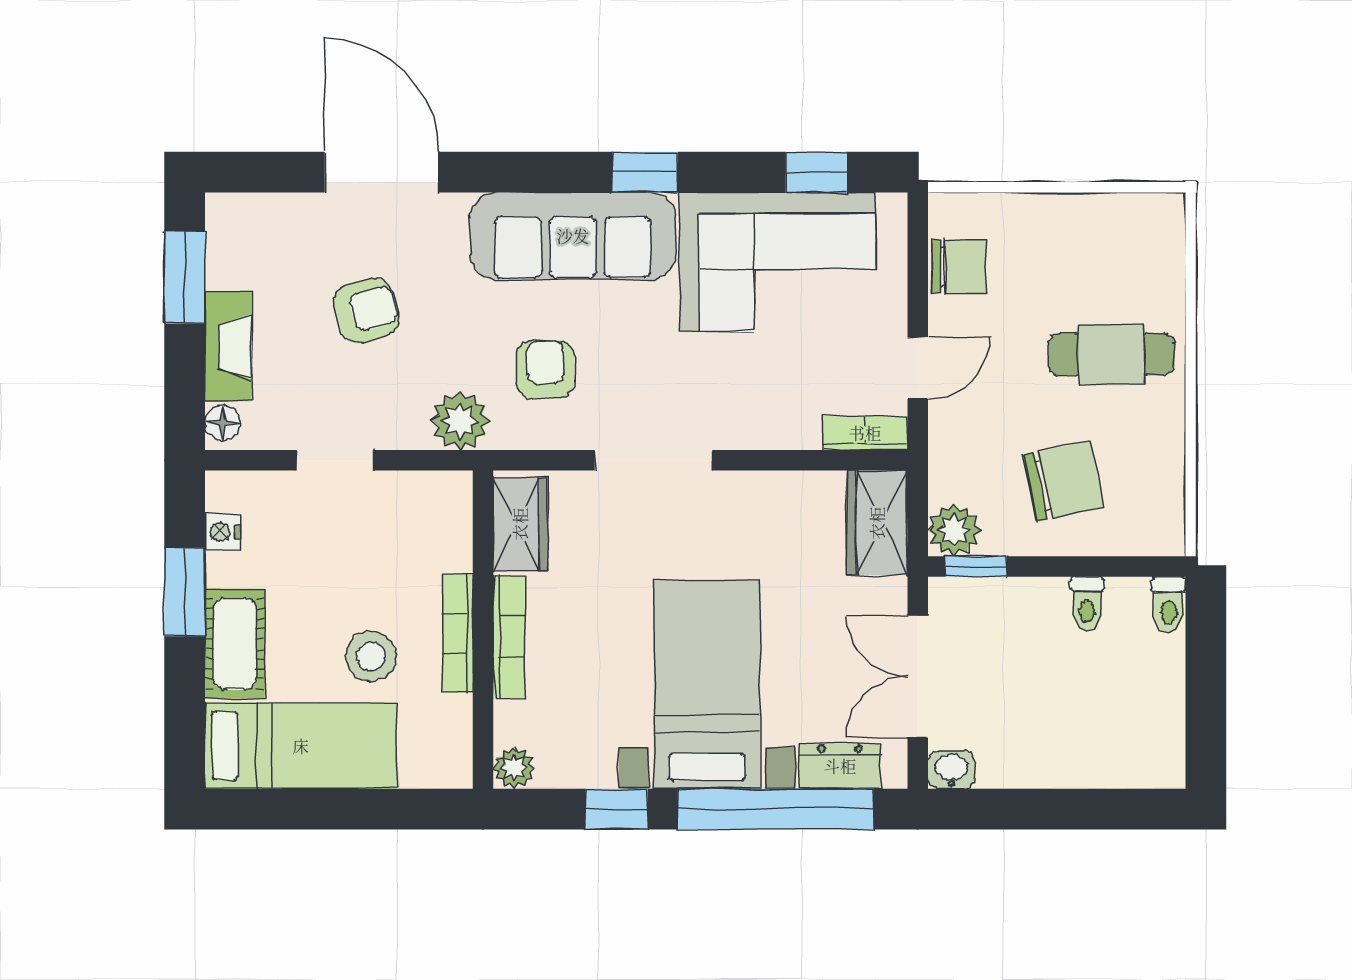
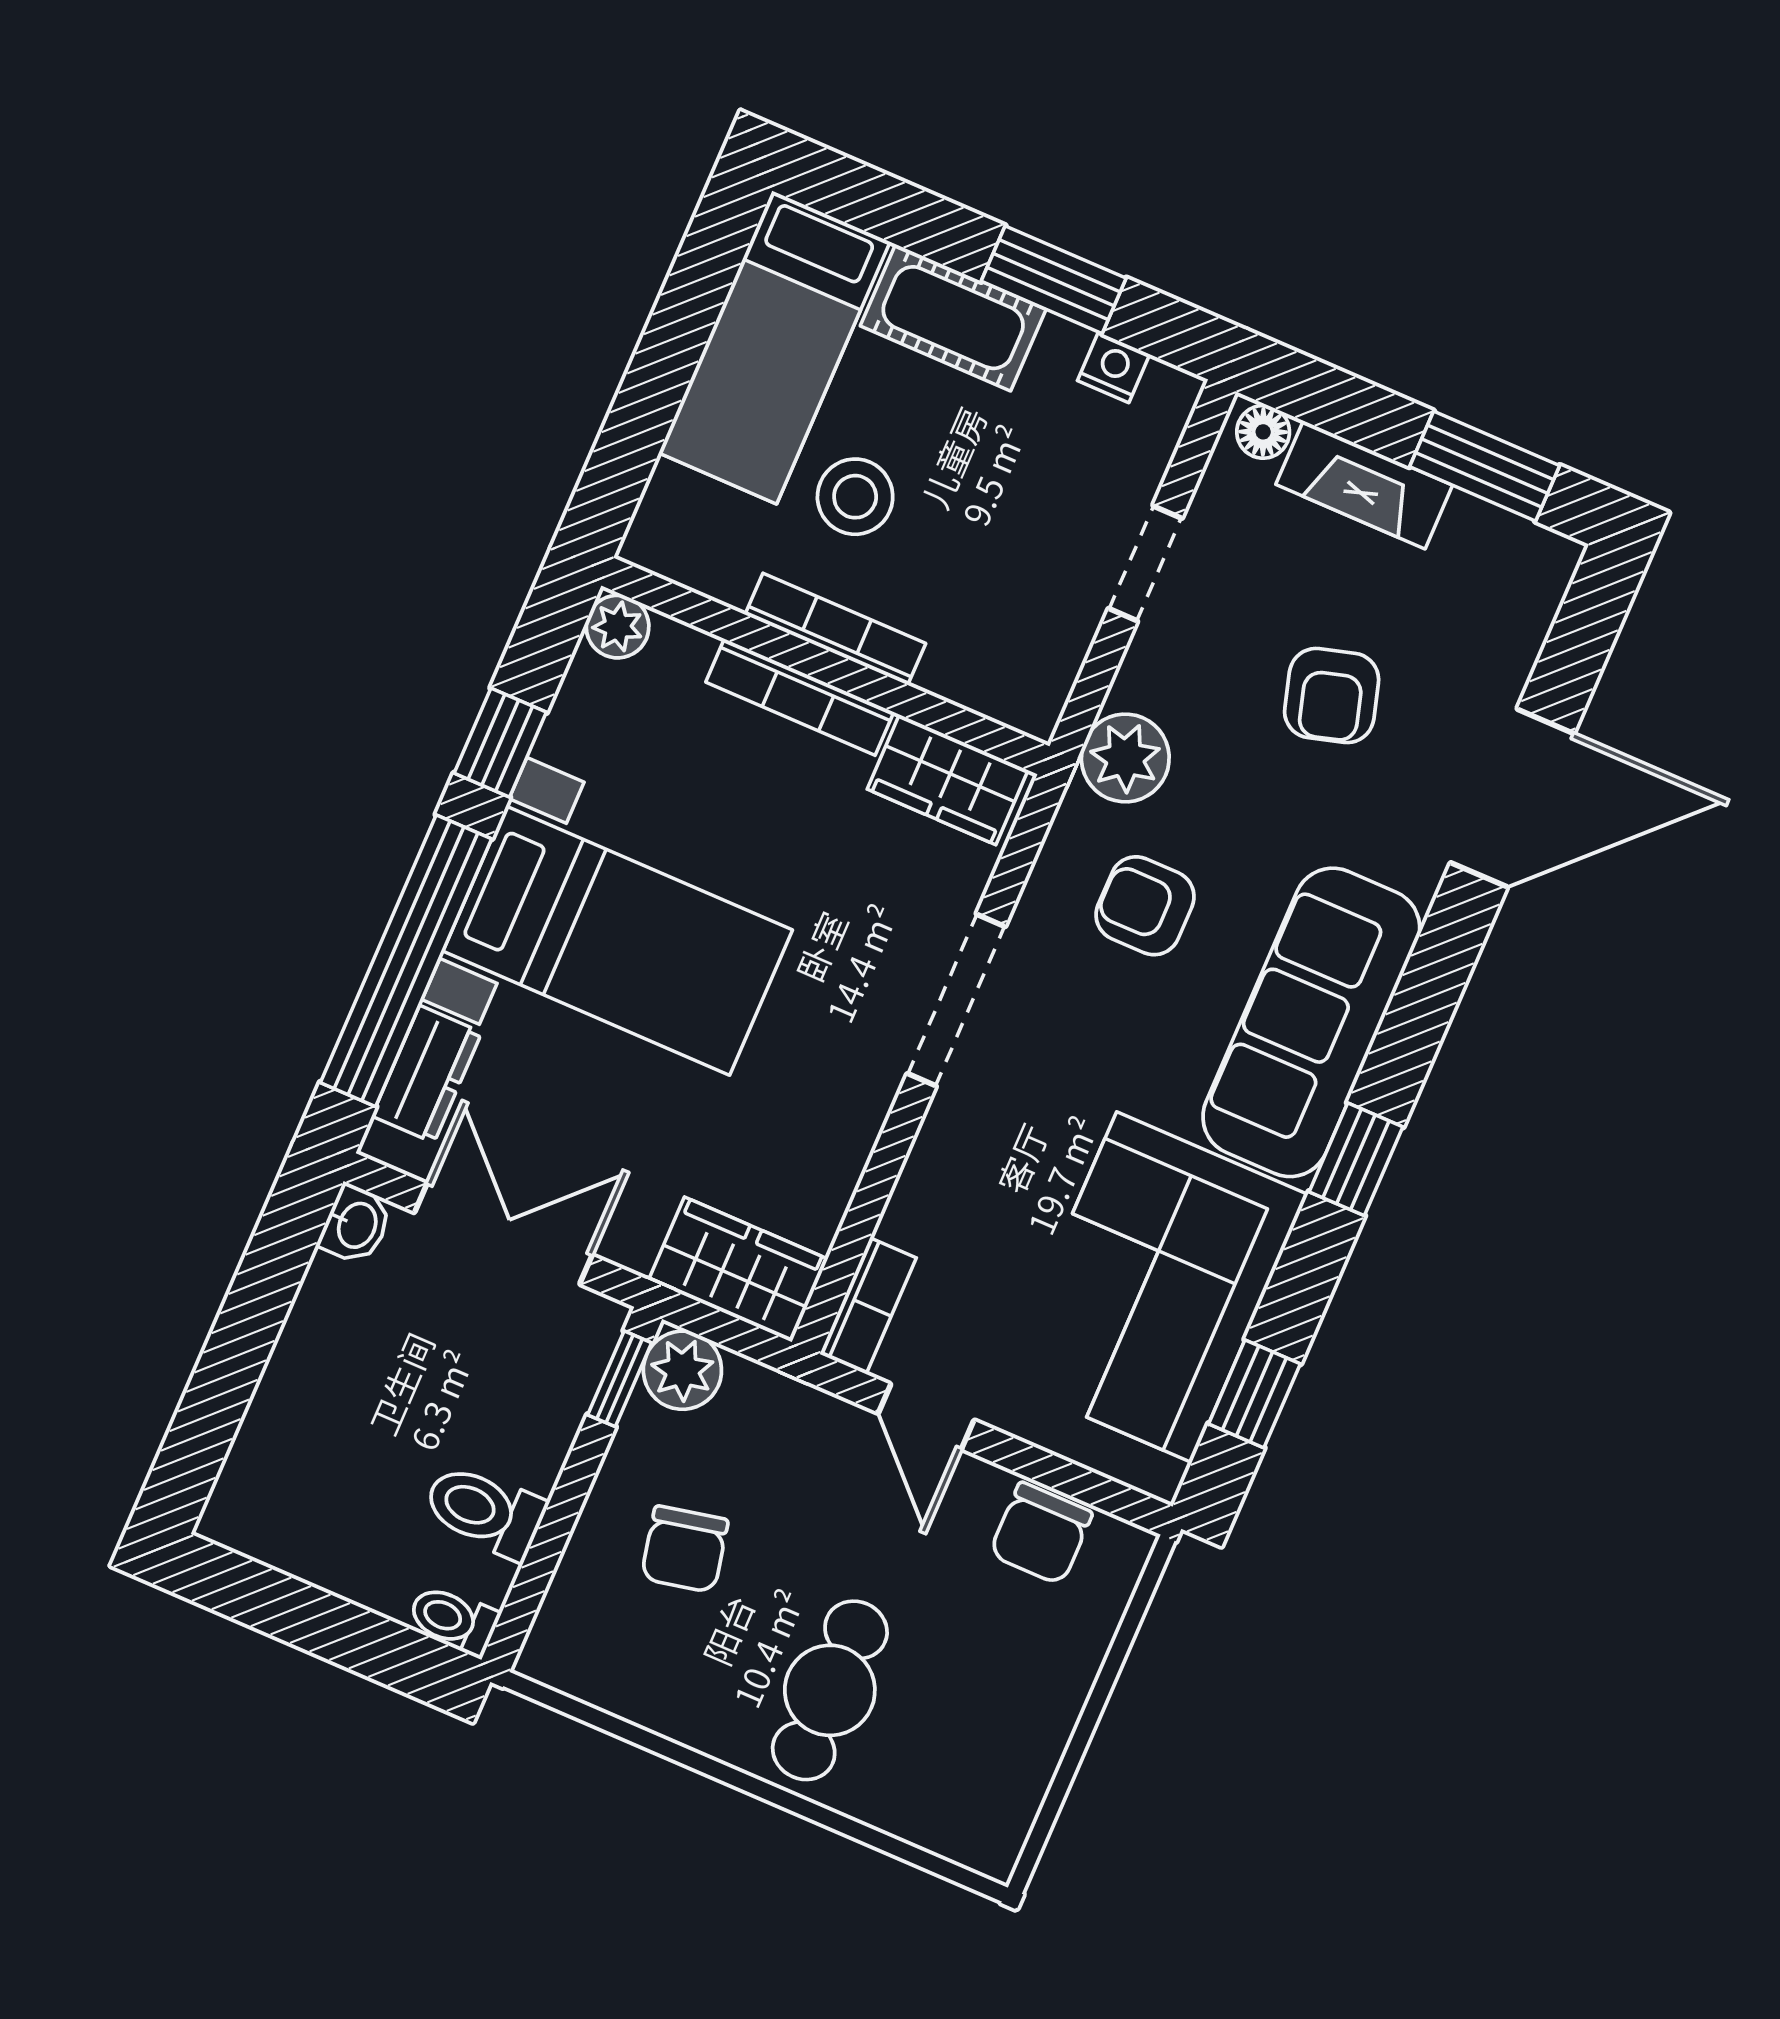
armchair: (545, 369) -> (1145, 906), turned 180
chair: (1063, 481) -> (685, 1549), width x0.73, depth x0.73
toilet: (1087, 604) -> (484, 1511), width x1.37, depth x1.39

